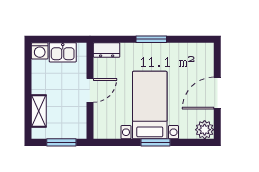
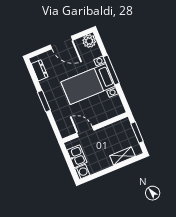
dresser: (107, 50) -> (40, 70), moved
door: (90, 90) -> (85, 132), moved
window: (155, 142) -> (111, 70), width x1.44

